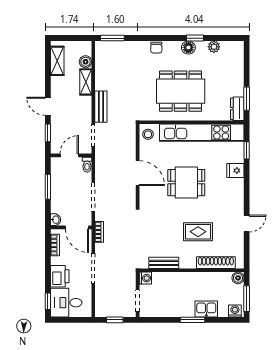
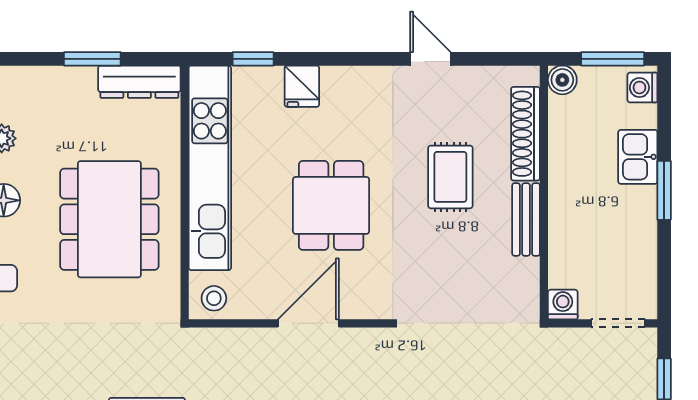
window: (247, 99) -> (92, 59), moved
dresser: (237, 109) -> (139, 82), width x1.44
bench: (164, 263) -> (526, 219), moved

